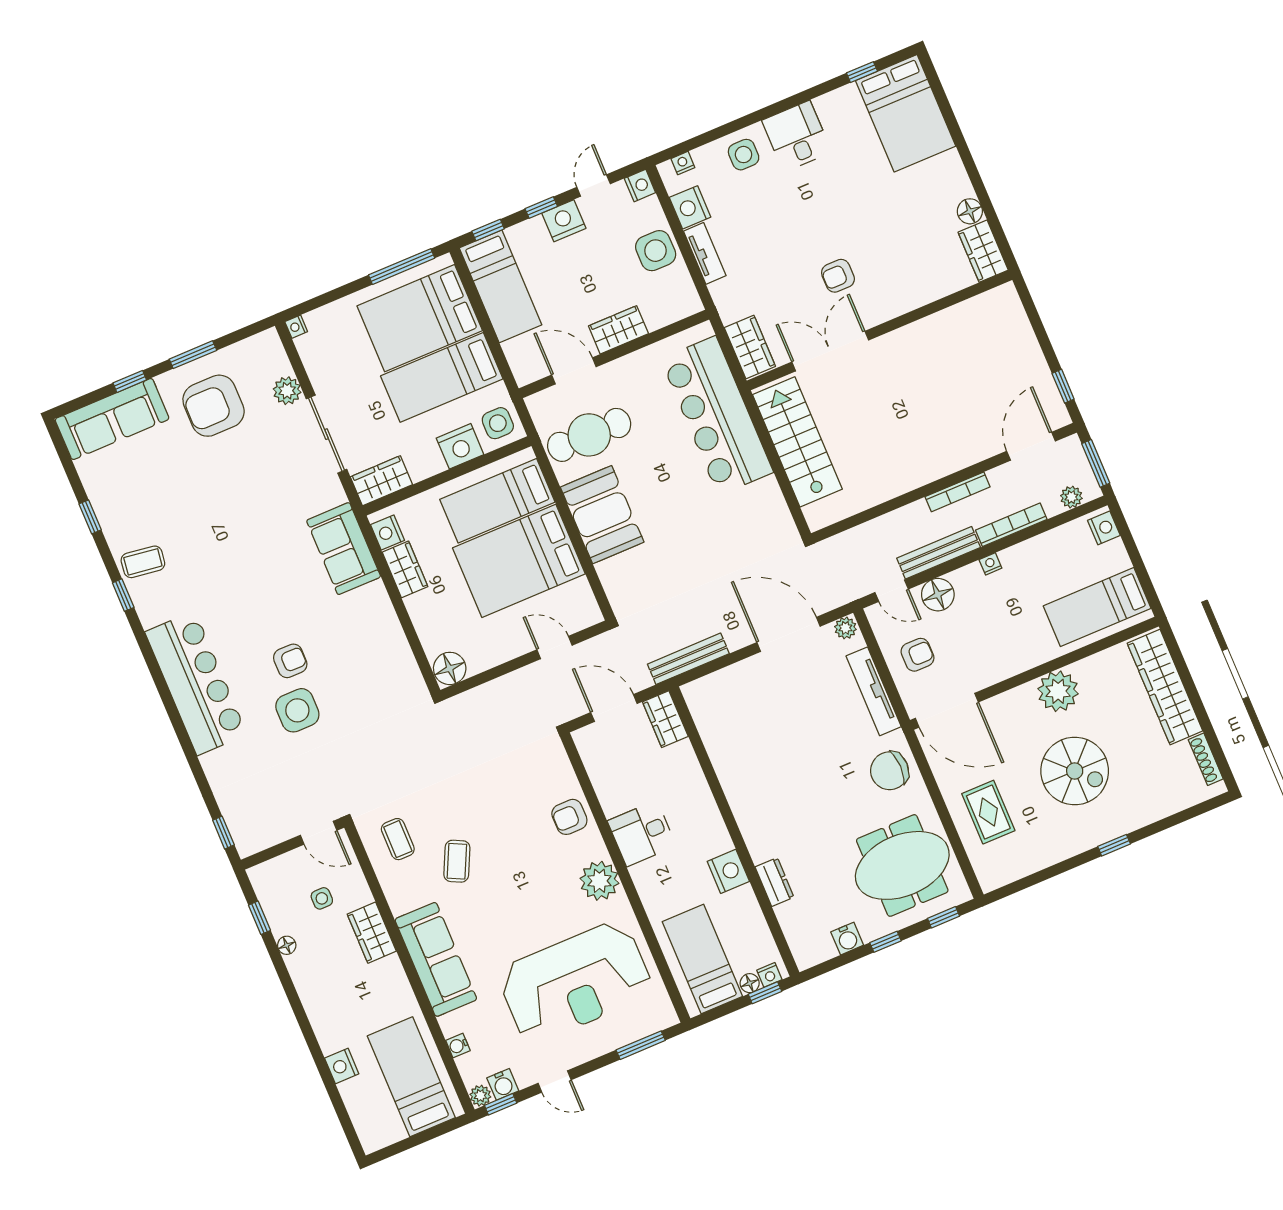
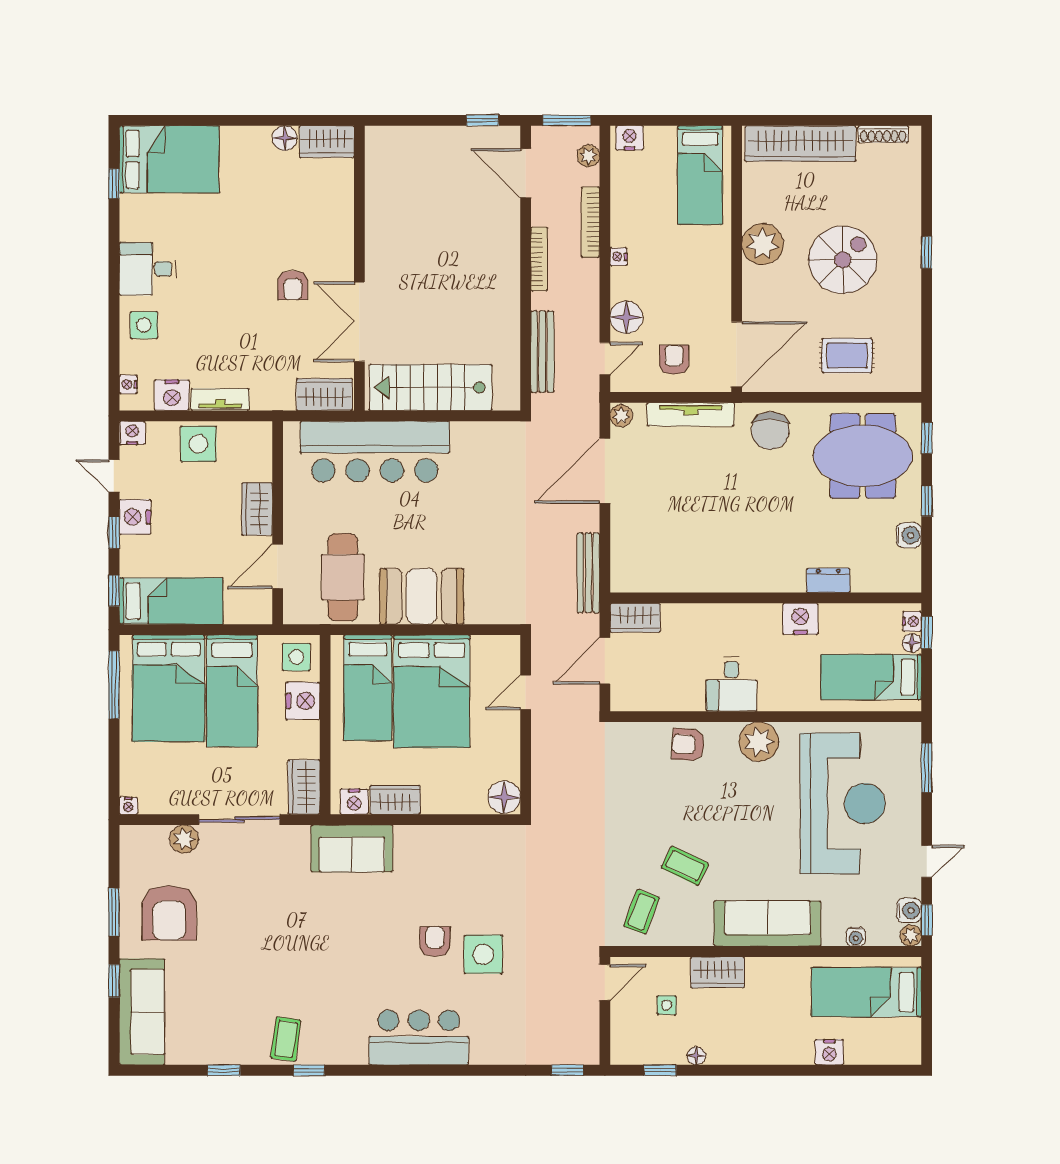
bench: (939, 553) -> (542, 352), moved
bar counter: (196, 683) -> (419, 1037), width x0.73
armchair: (569, 817) -> (688, 745), turned 94
coffee table: (398, 839) -> (642, 912), turned -69
meeting table: (902, 865) -> (863, 456), turned 90

